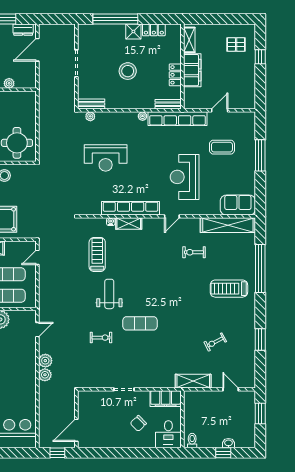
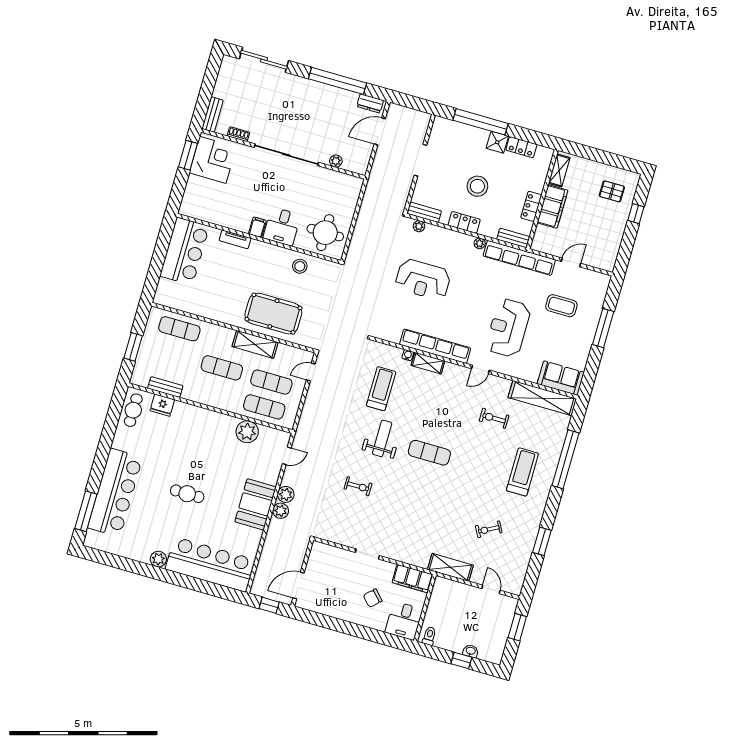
locker: (125, 103) -> (464, 222), added
treadmill: (229, 289) -> (522, 472), turned 90
exercise mat: (140, 323) -> (429, 453), moved
booth: (24, 375) -> (256, 504), added

